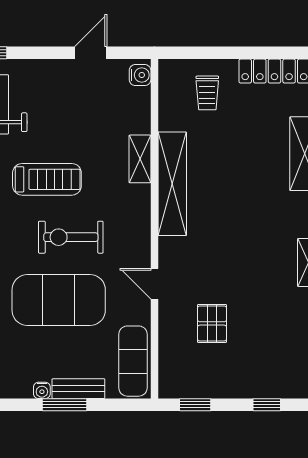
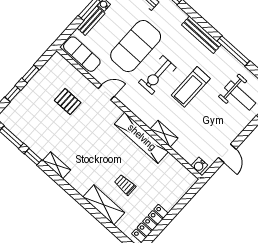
trolley: (207, 93) -> (125, 185), moved
exercise bike: (71, 237) -> (157, 75), turned 180
window: (195, 405) -> (31, 74), moved

